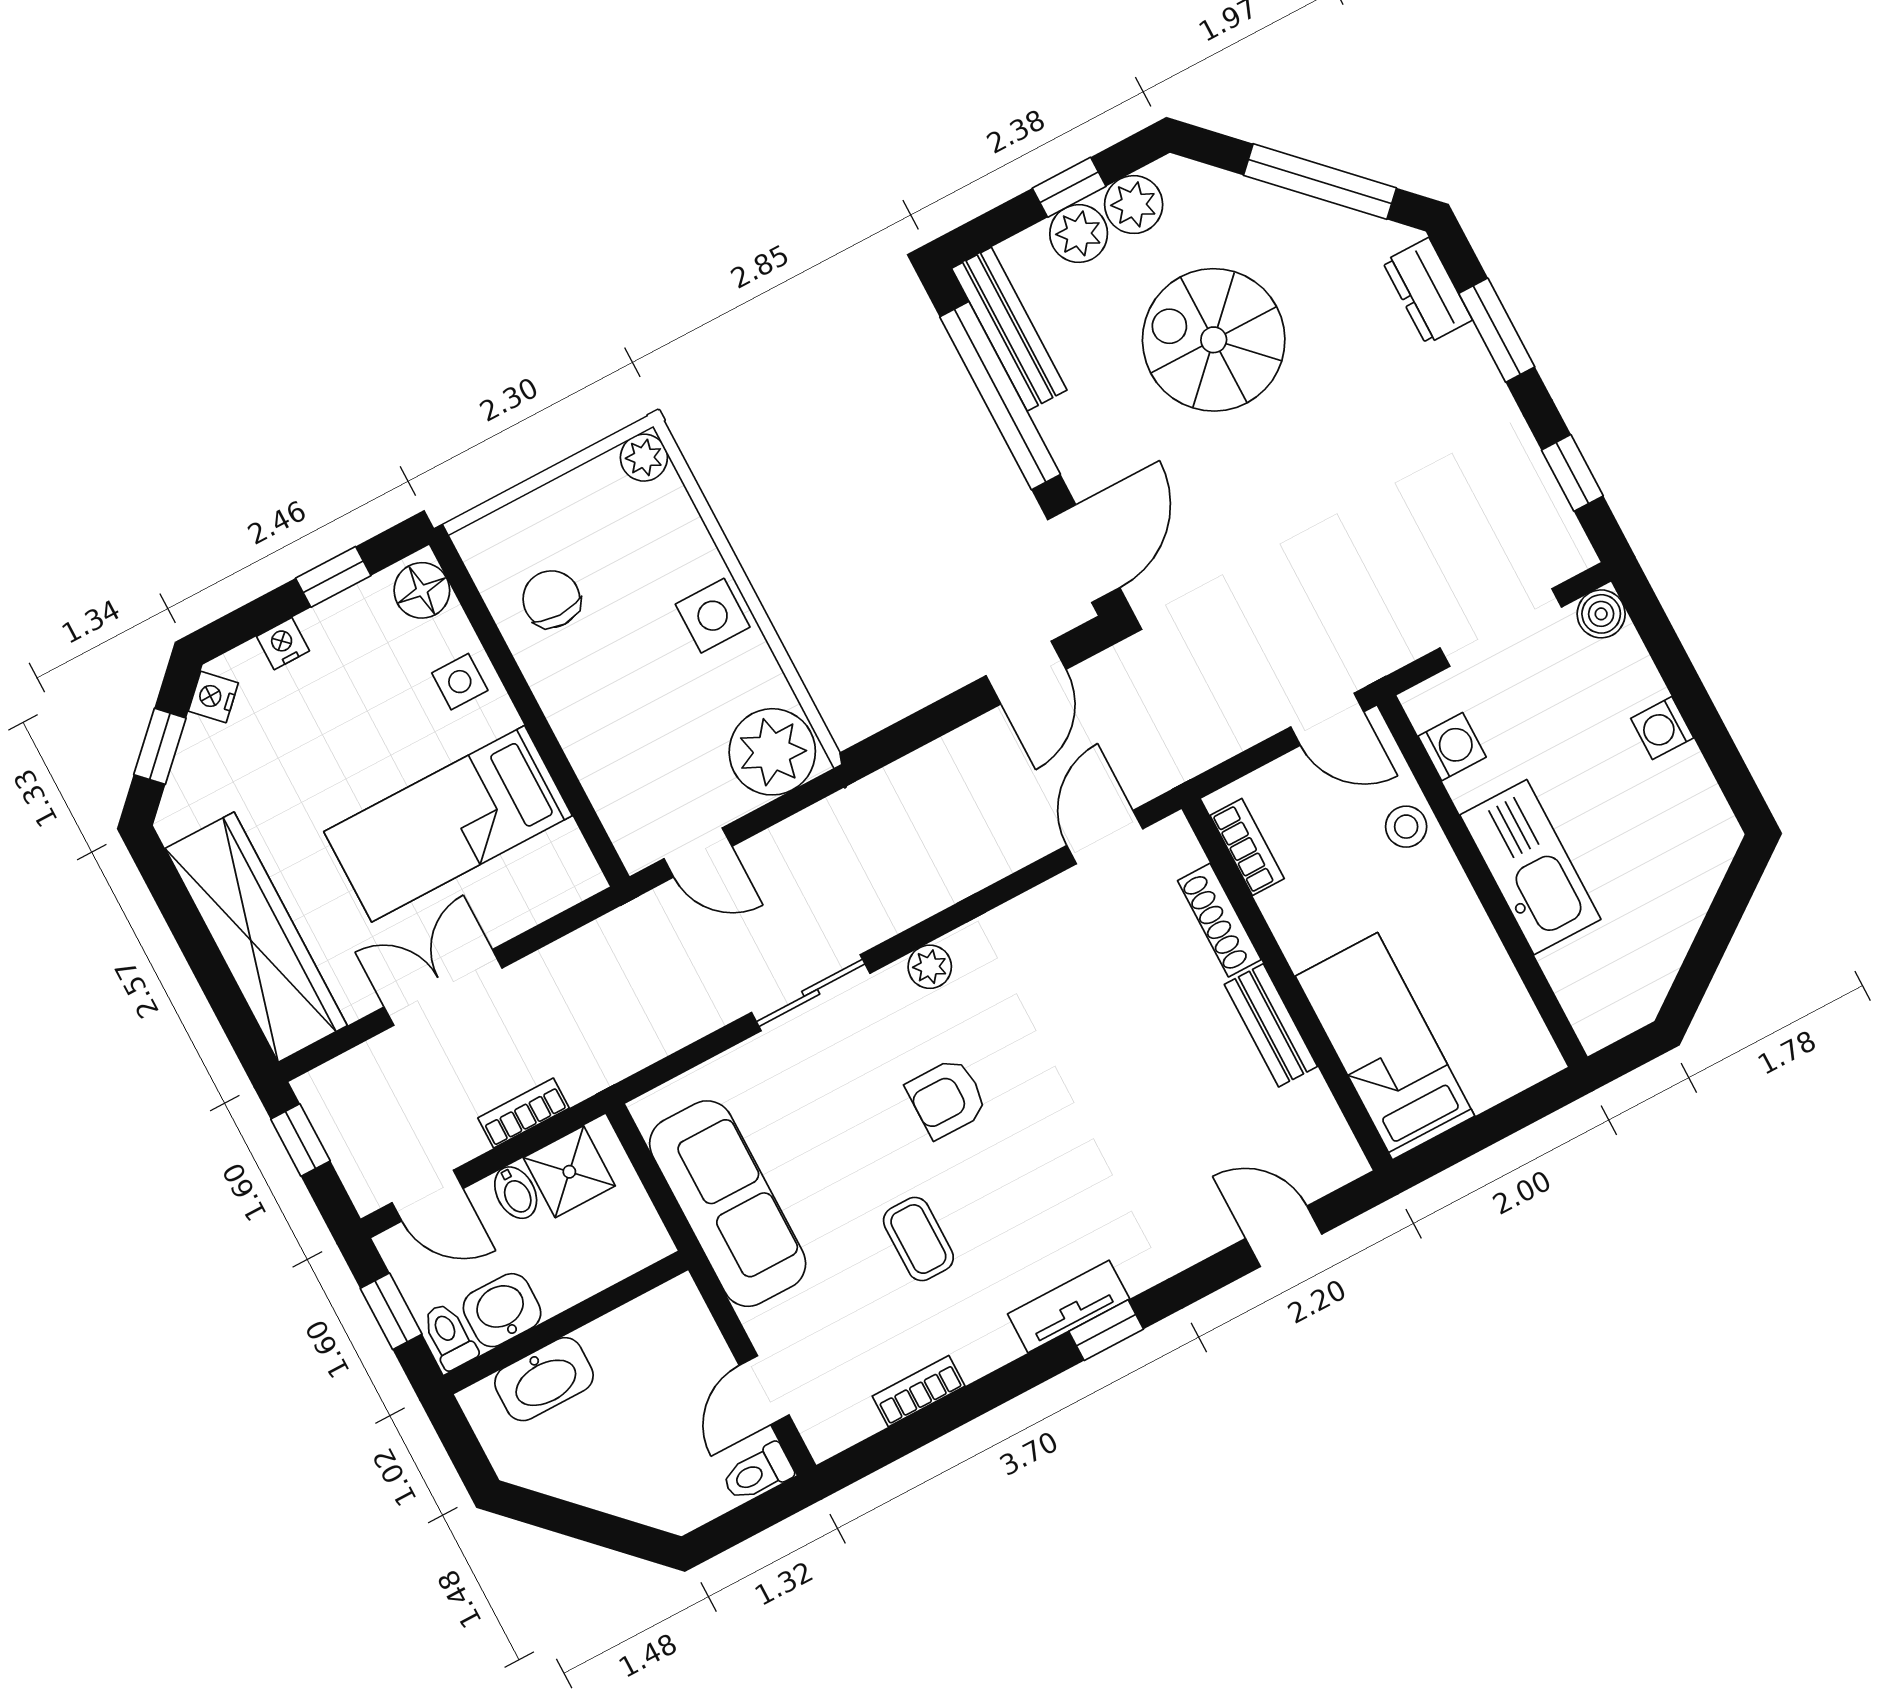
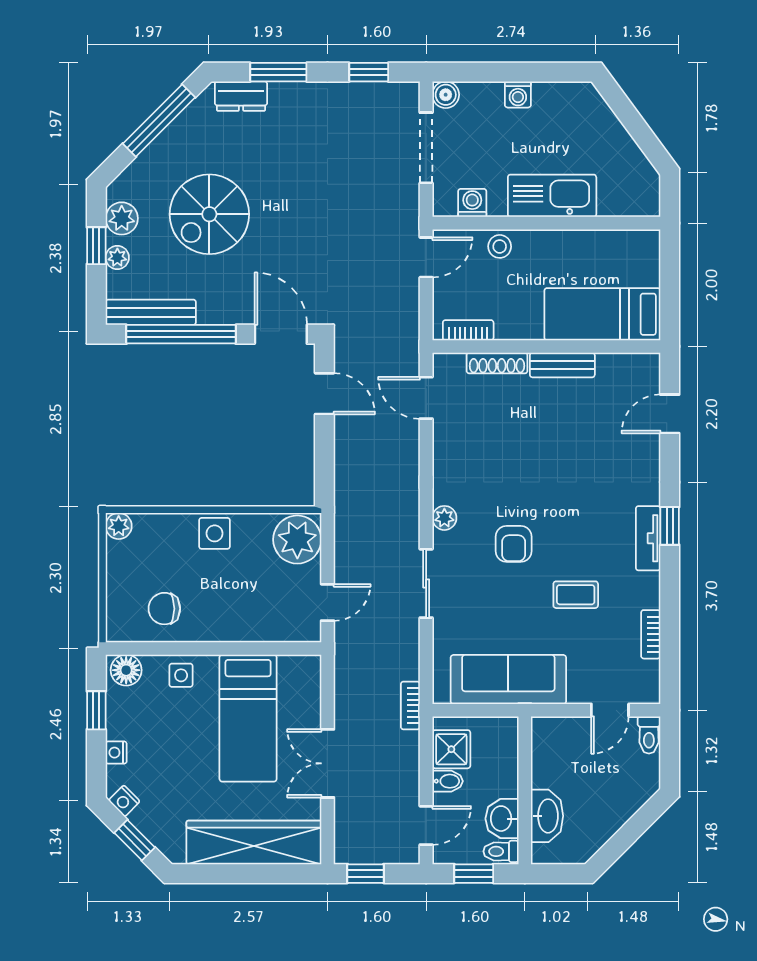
plant: (1079, 234) -> (117, 257), width x0.73, depth x0.73
bookcase: (524, 1113) -> (410, 705), moved
door: (764, 1390) -> (610, 710), hinge flipped

